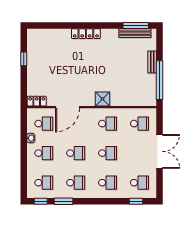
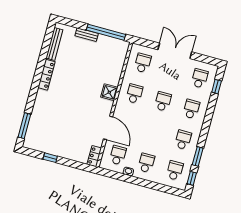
window: (136, 26) -> (24, 126), moved
locker: (86, 34) -> (47, 75), moved
school desk: (76, 153) -> (155, 132), removed

